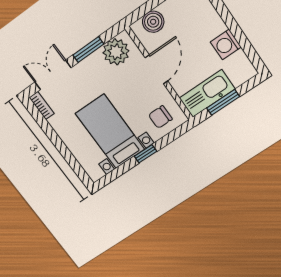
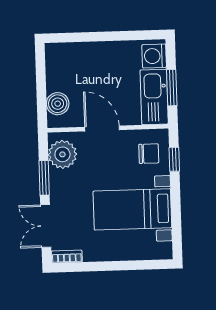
washing machine: (226, 44) -> (154, 56), moved, turned 90
chair: (160, 117) -> (149, 154), turned -90
window: (146, 154) -> (174, 159), moved

